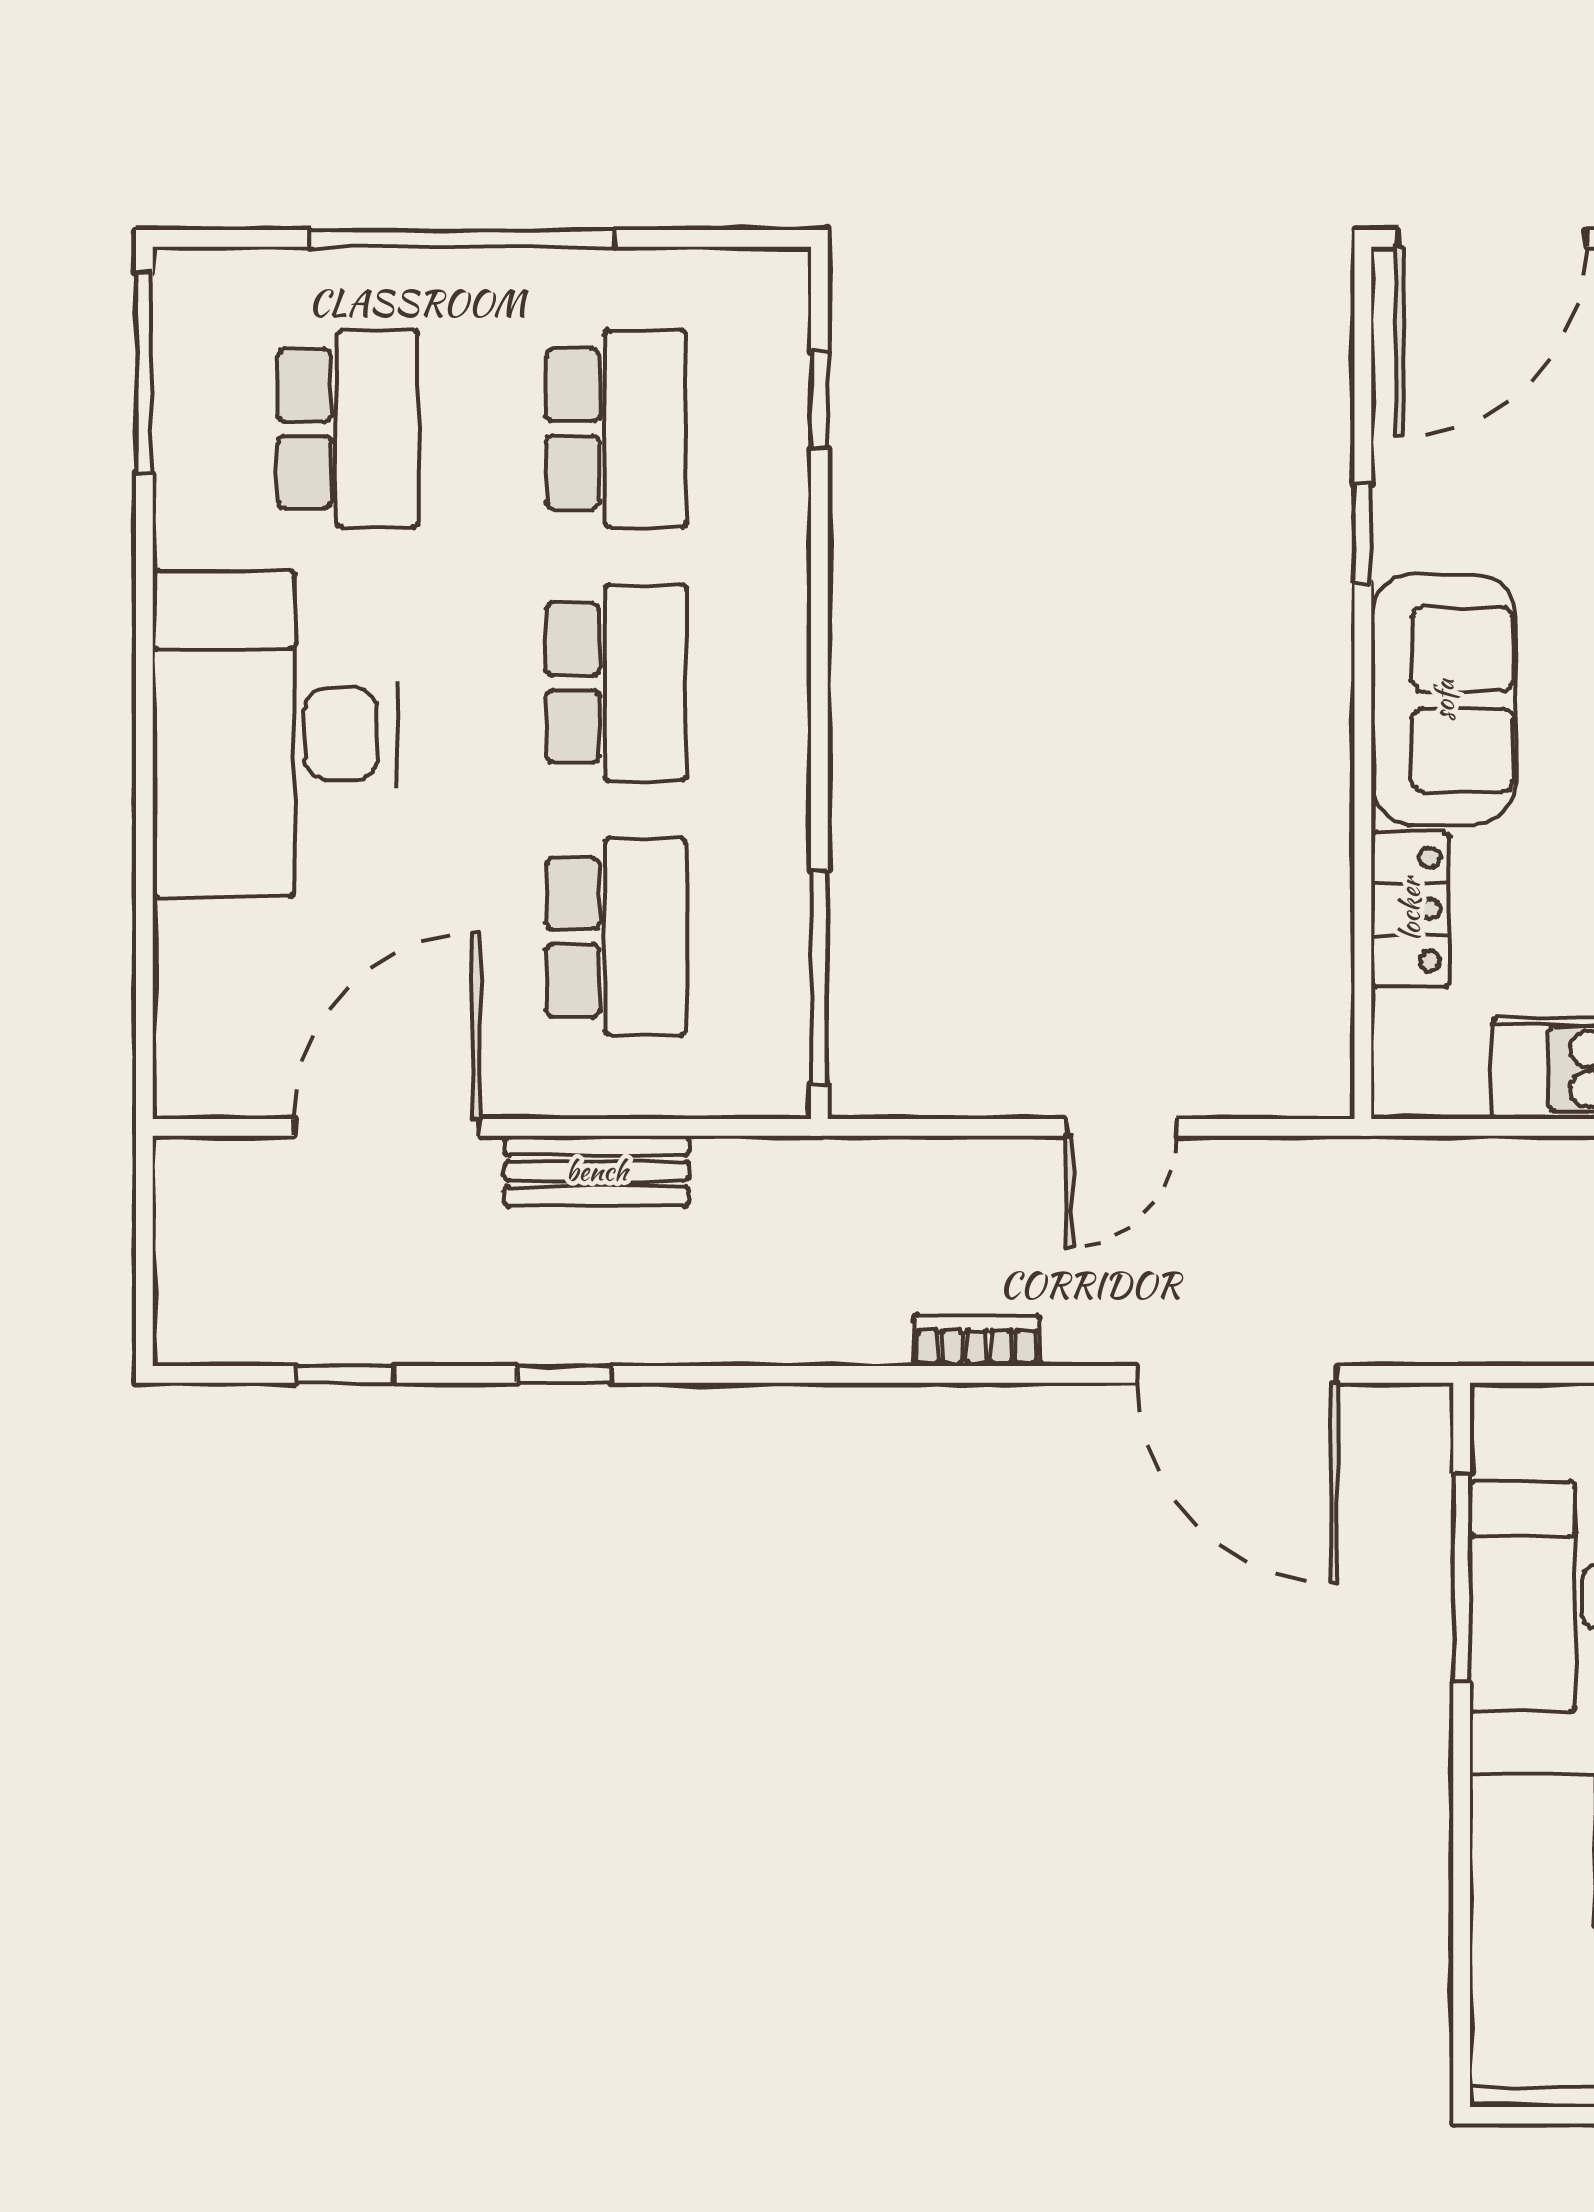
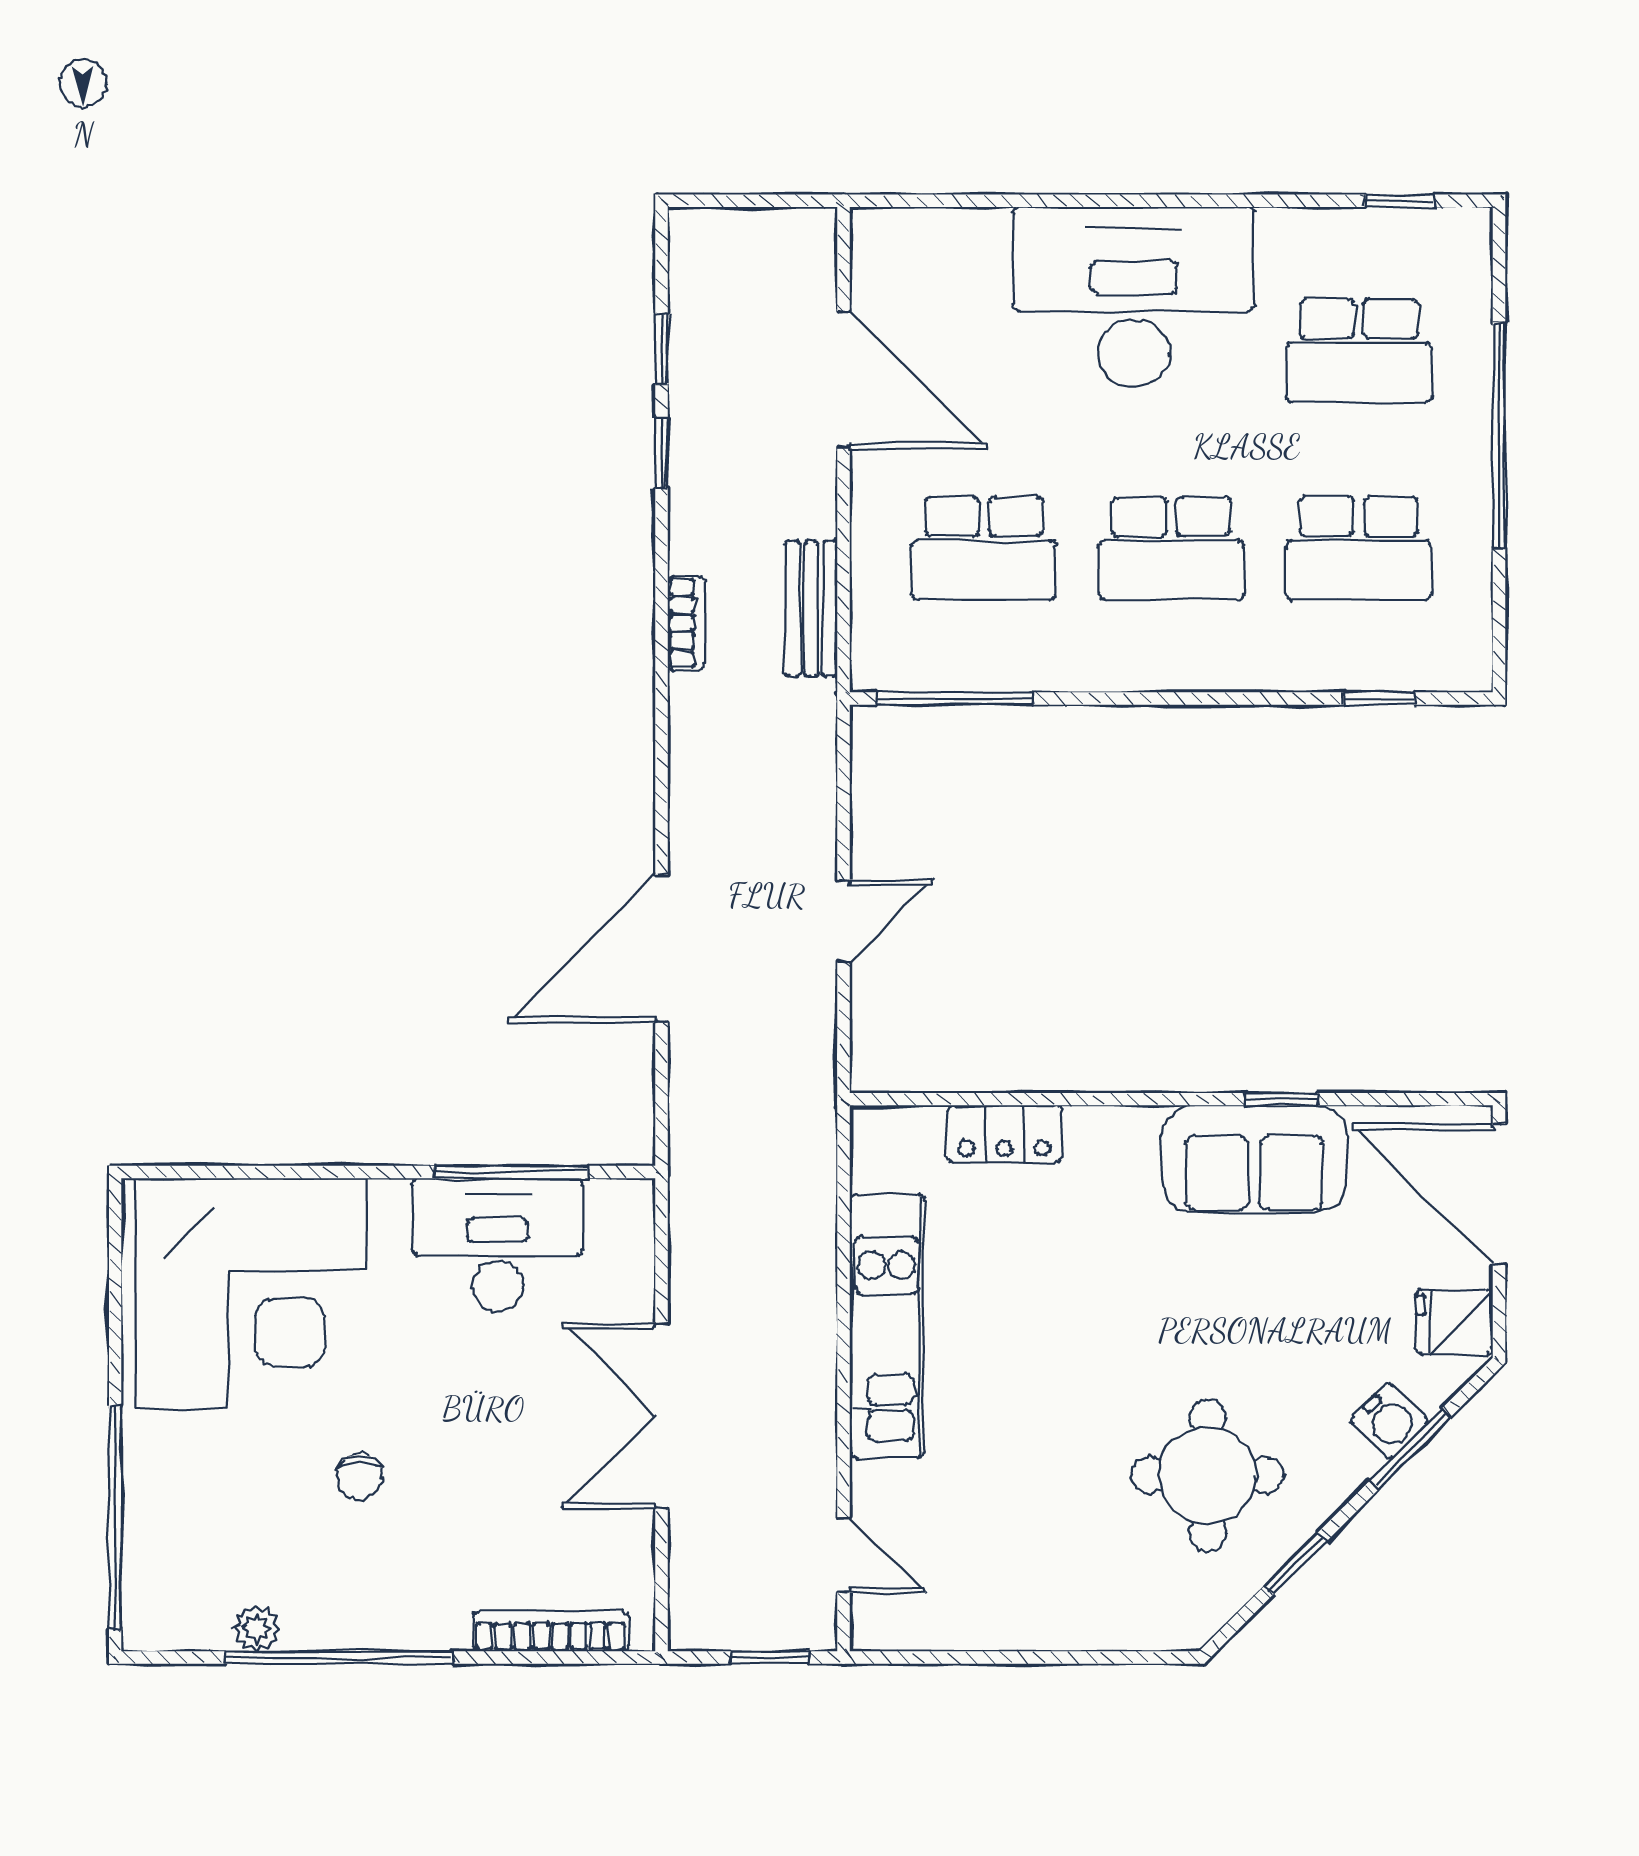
window: (144, 373) -> (1400, 201), width x0.46
sofa: (1444, 700) -> (1254, 1159), moved
door: (1121, 1127) -> (844, 921), swing flipped
bench: (597, 1171) -> (811, 609), moved
bookcase: (977, 1341) -> (686, 623), moved
window: (564, 1374) -> (661, 453), moved
door: (1237, 1374) -> (661, 949), moved

